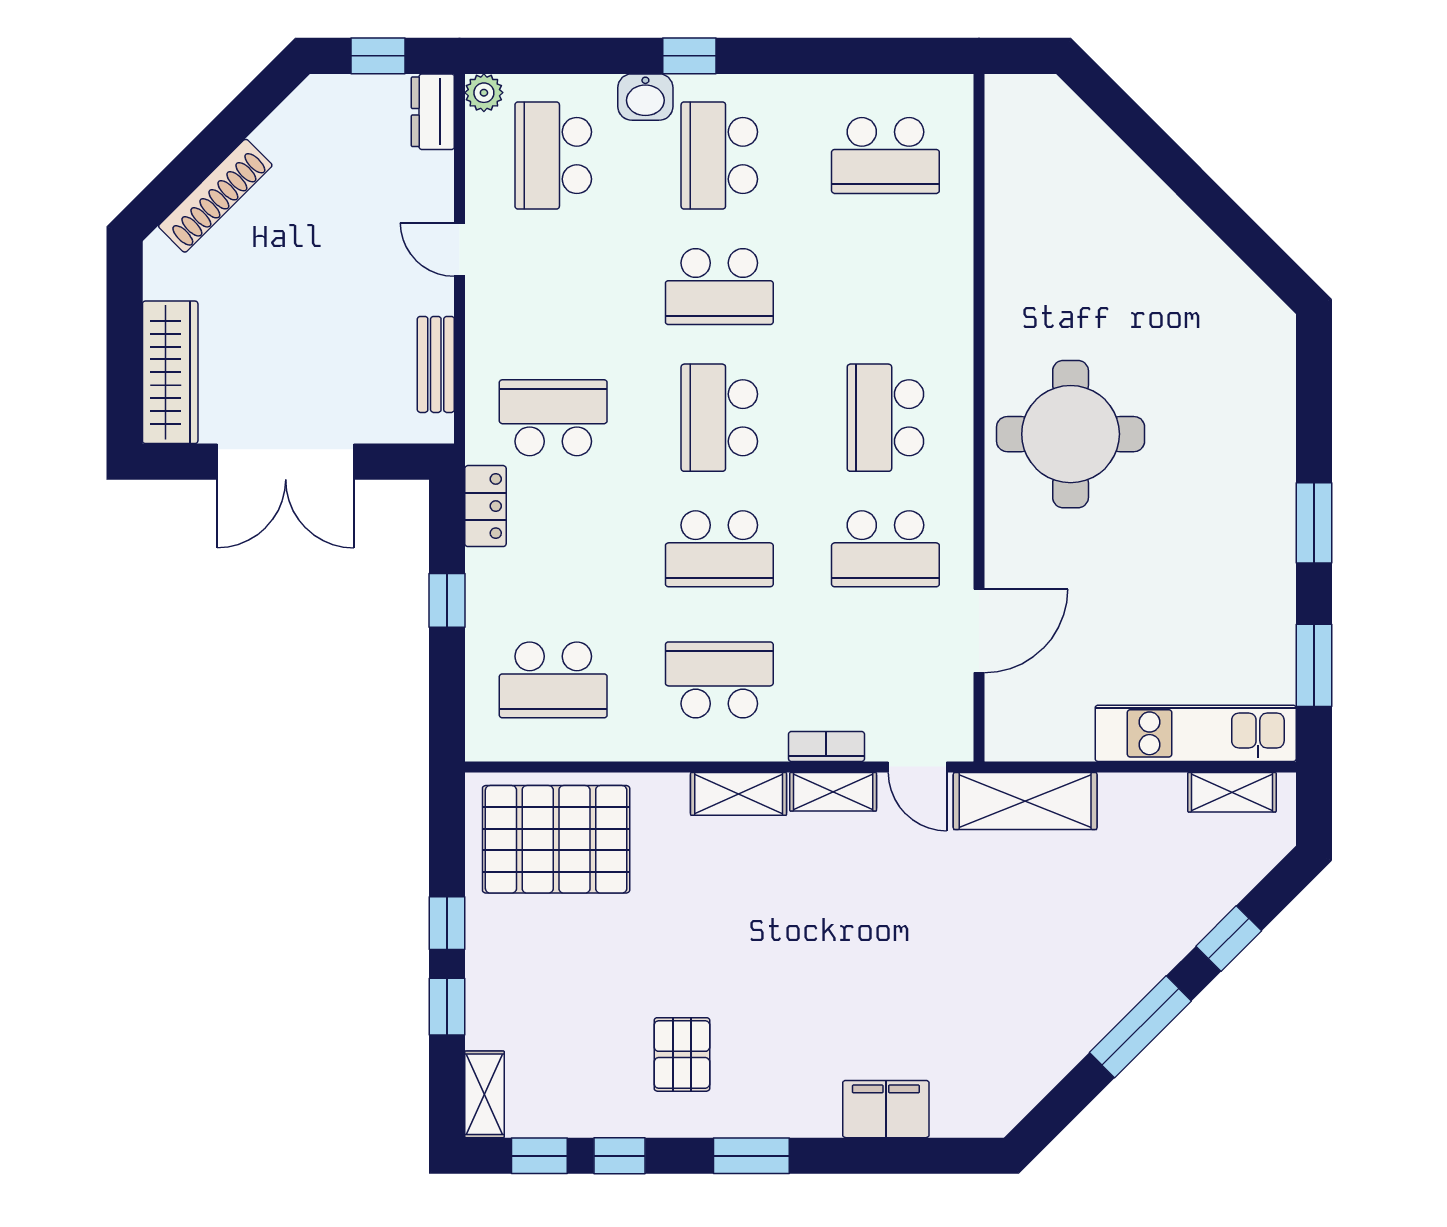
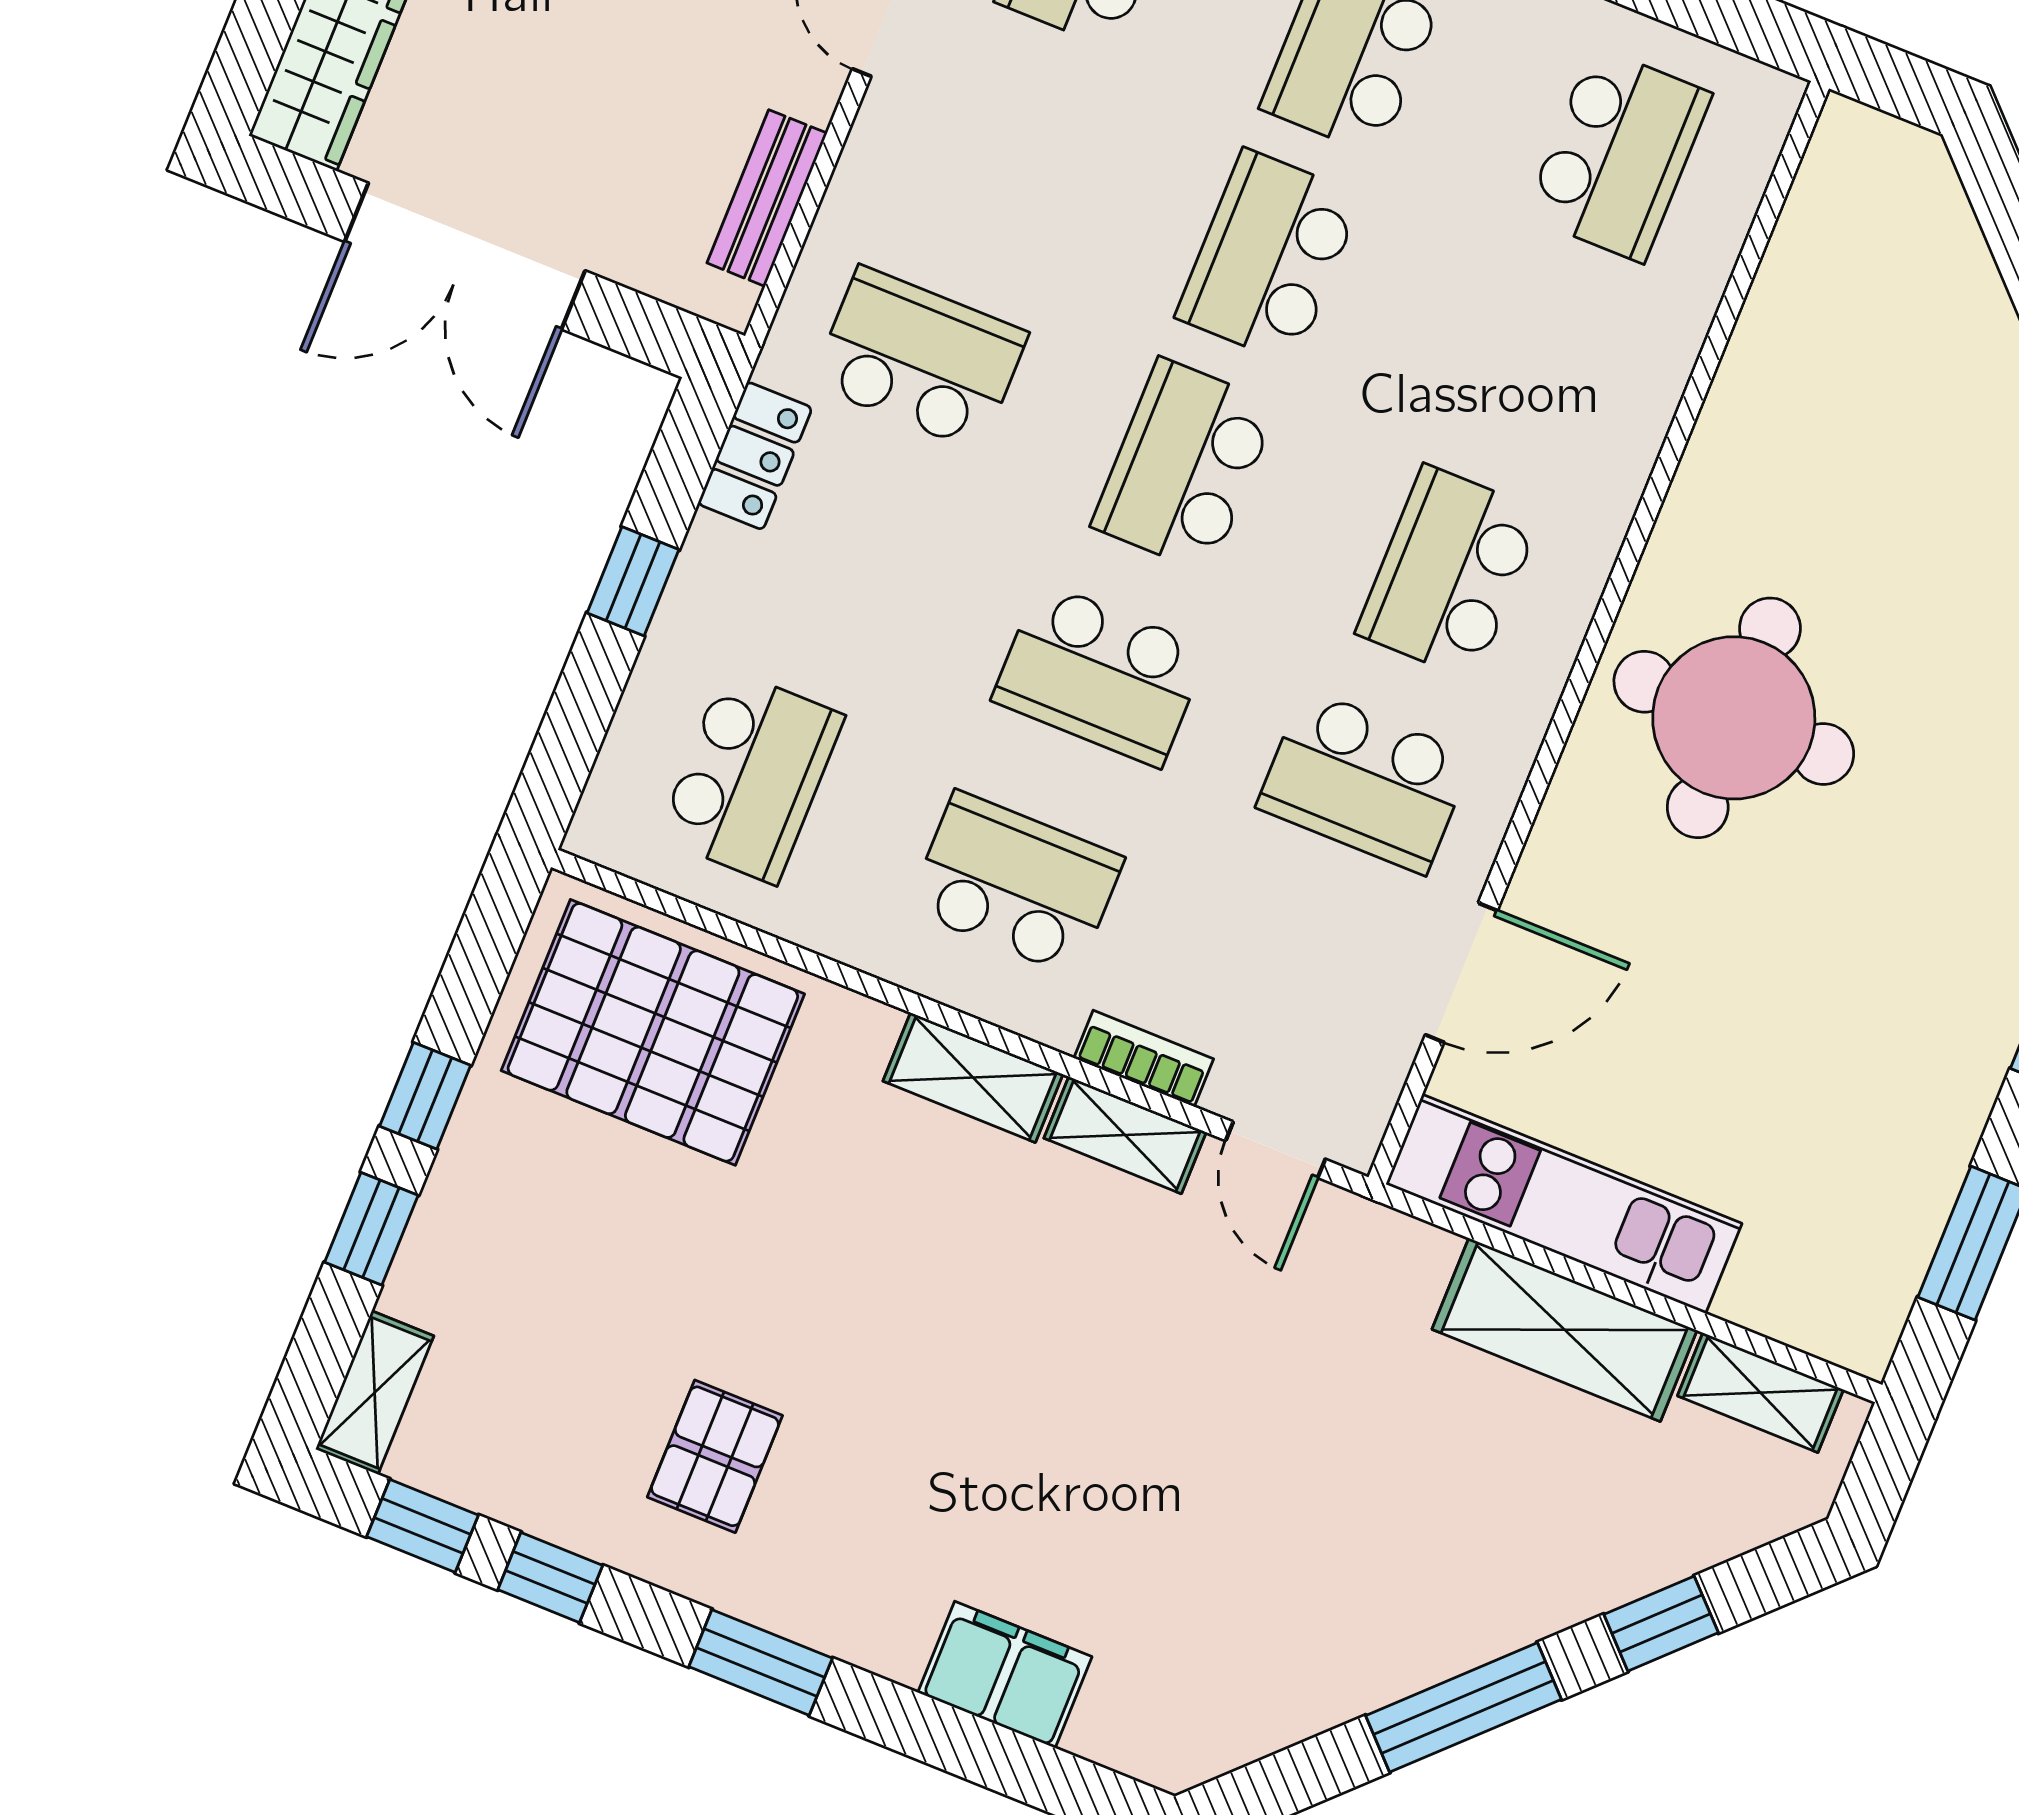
school desk: (885, 155) -> (1618, 155), turned -90
school desk: (719, 287) -> (1269, 257), turned 90
school desk: (553, 680) -> (751, 776), turned -90
kitchen unit: (1196, 733) -> (1564, 1204), moved
shelving: (1025, 801) -> (1565, 1330), moved

